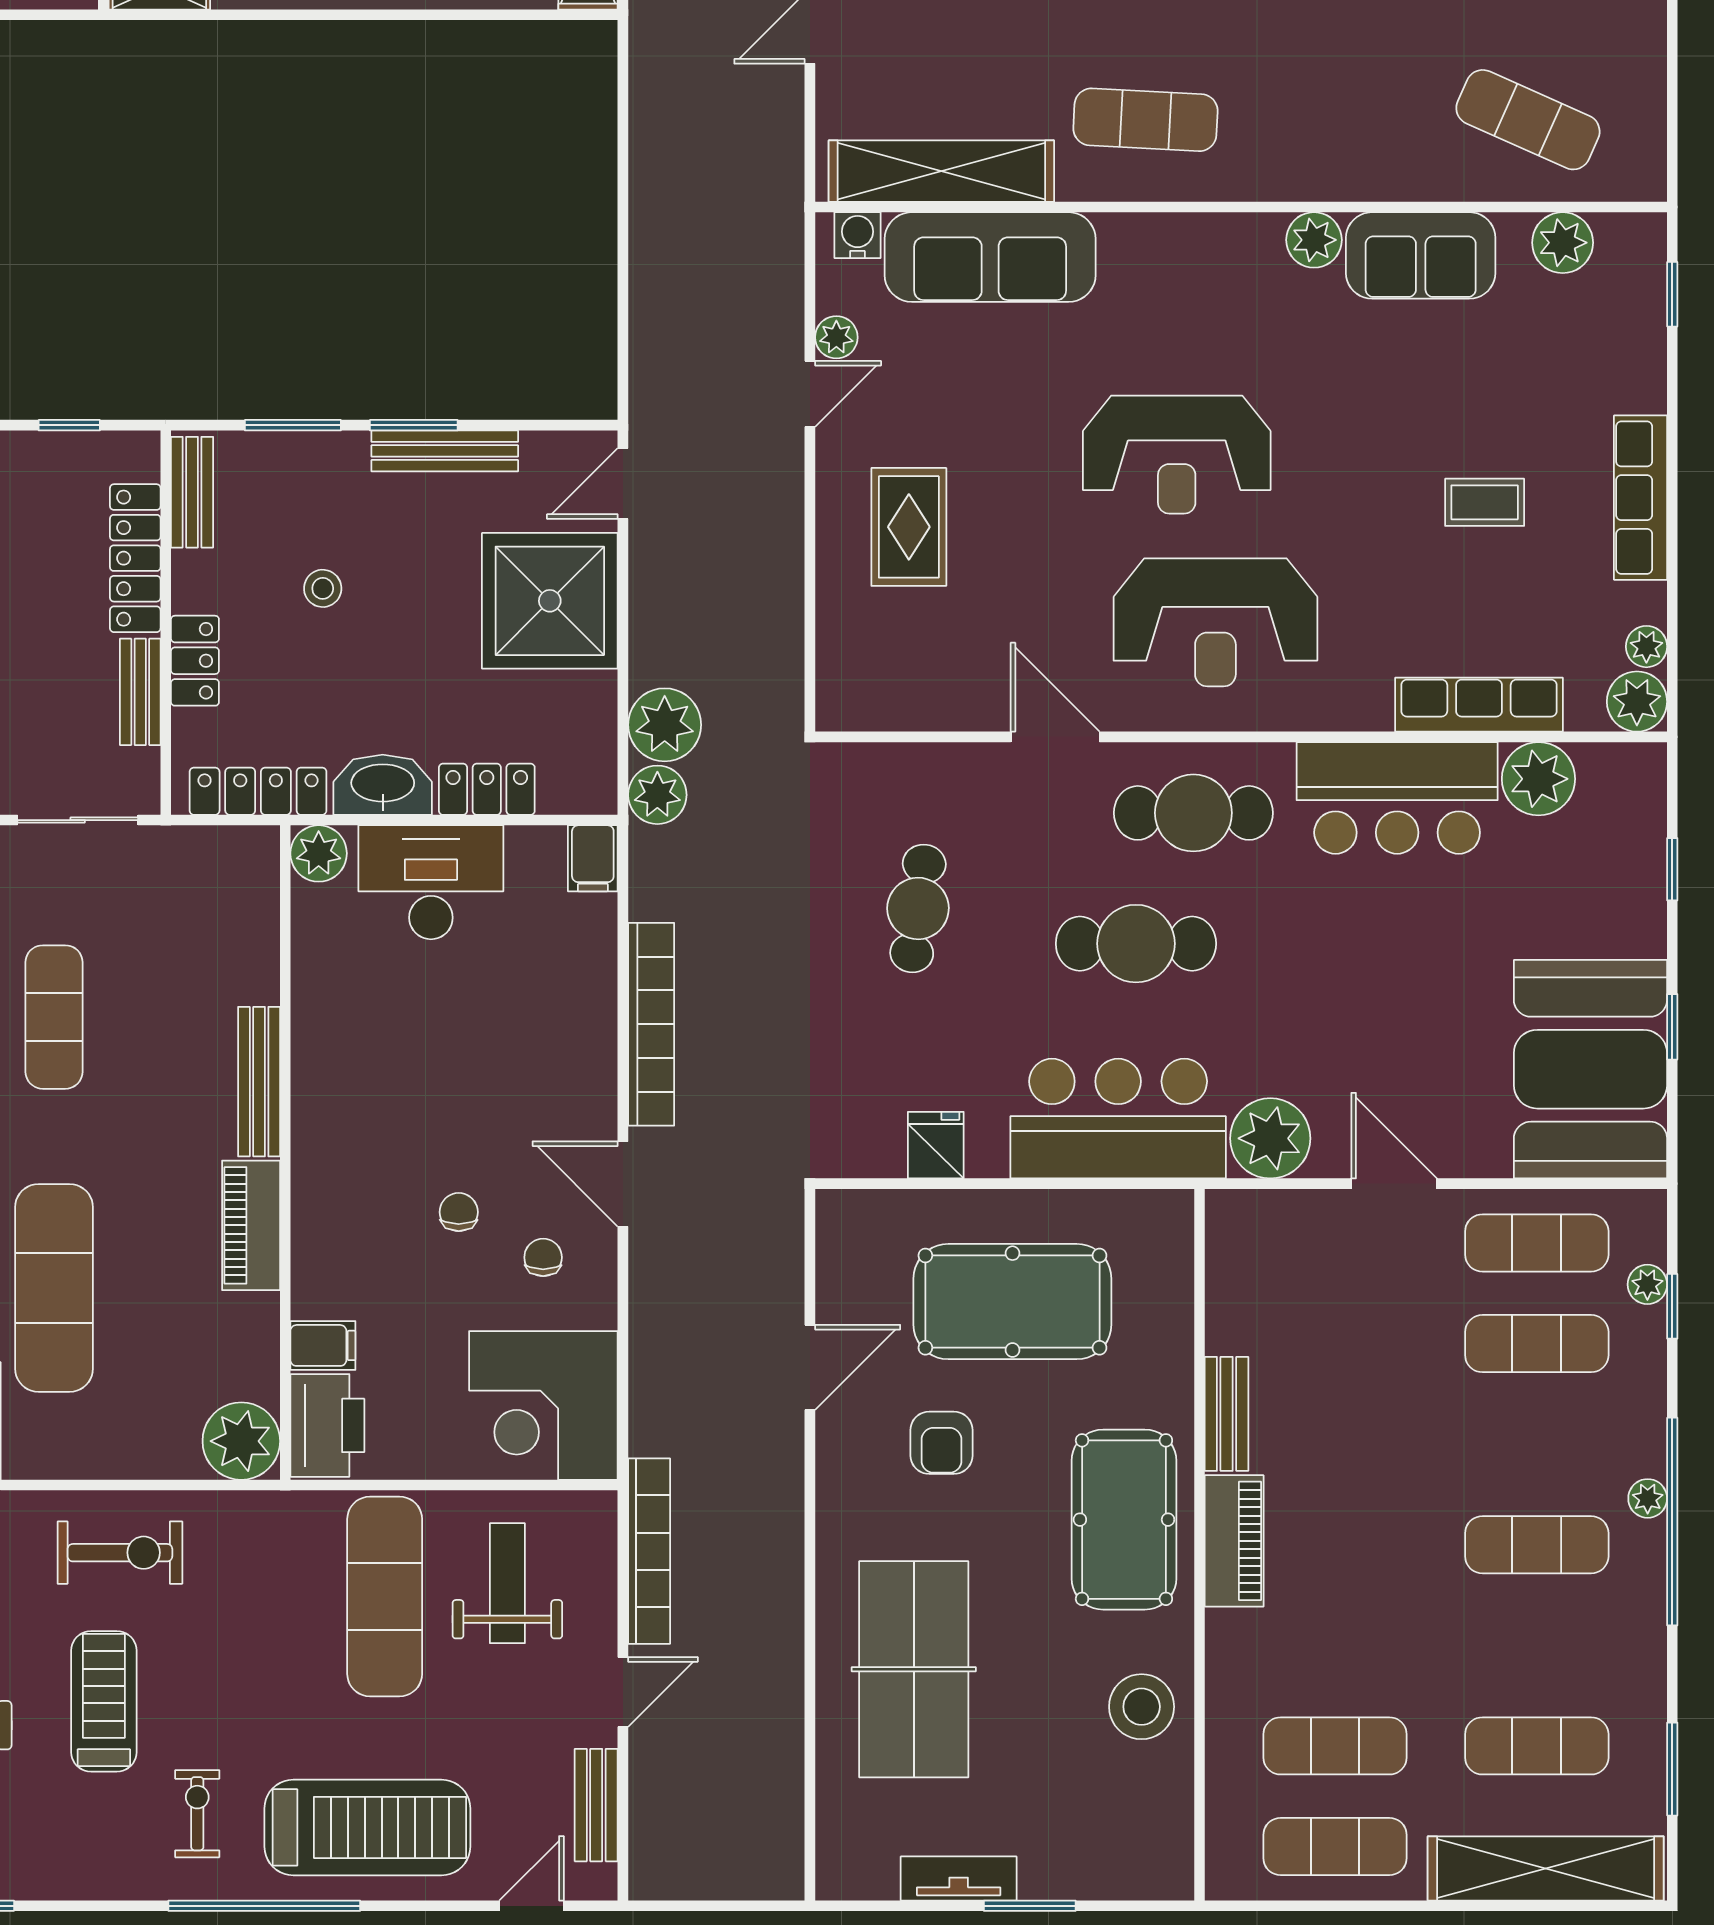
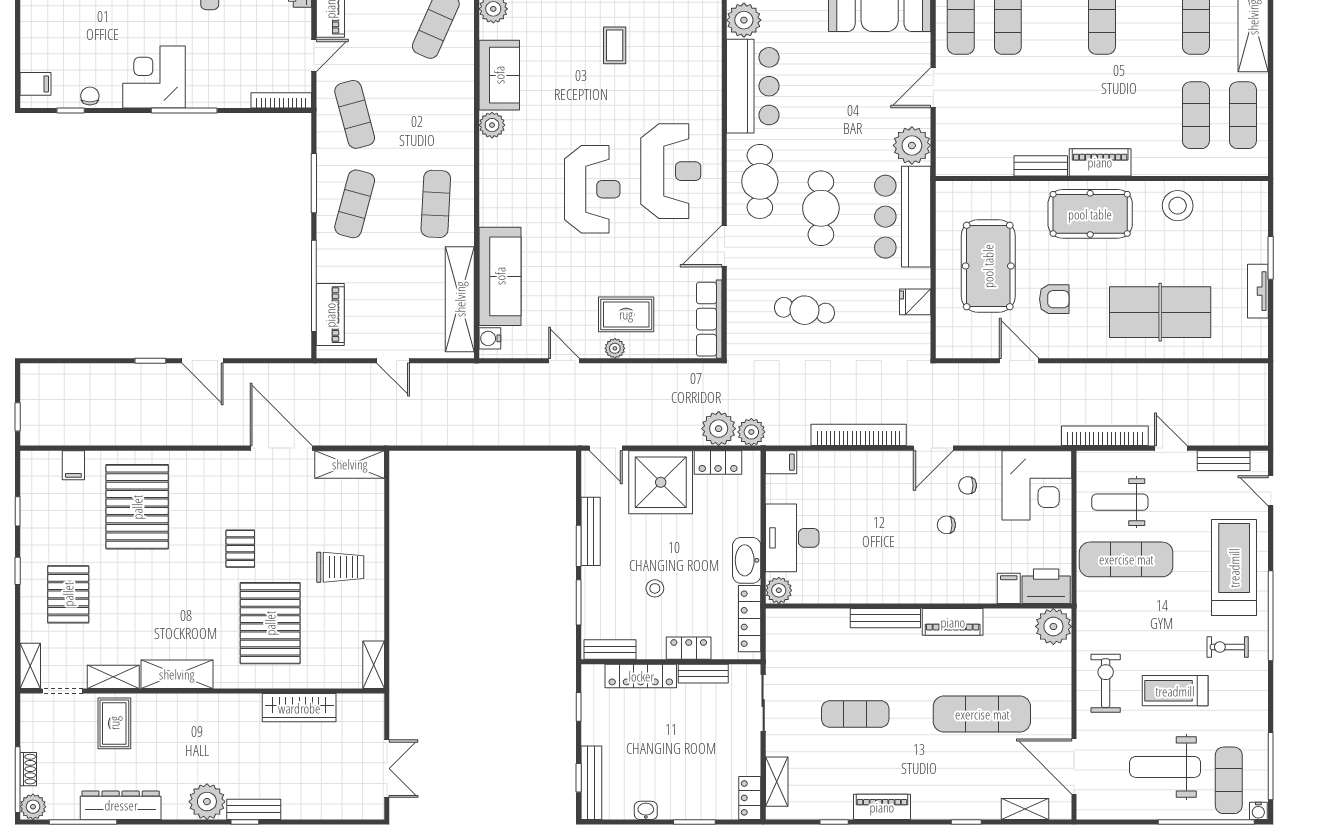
plant: (836, 337) -> (615, 348), moved
row of seats: (1479, 705) -> (709, 319), moved
locker: (487, 789) -> (718, 462), moved, turned -90

